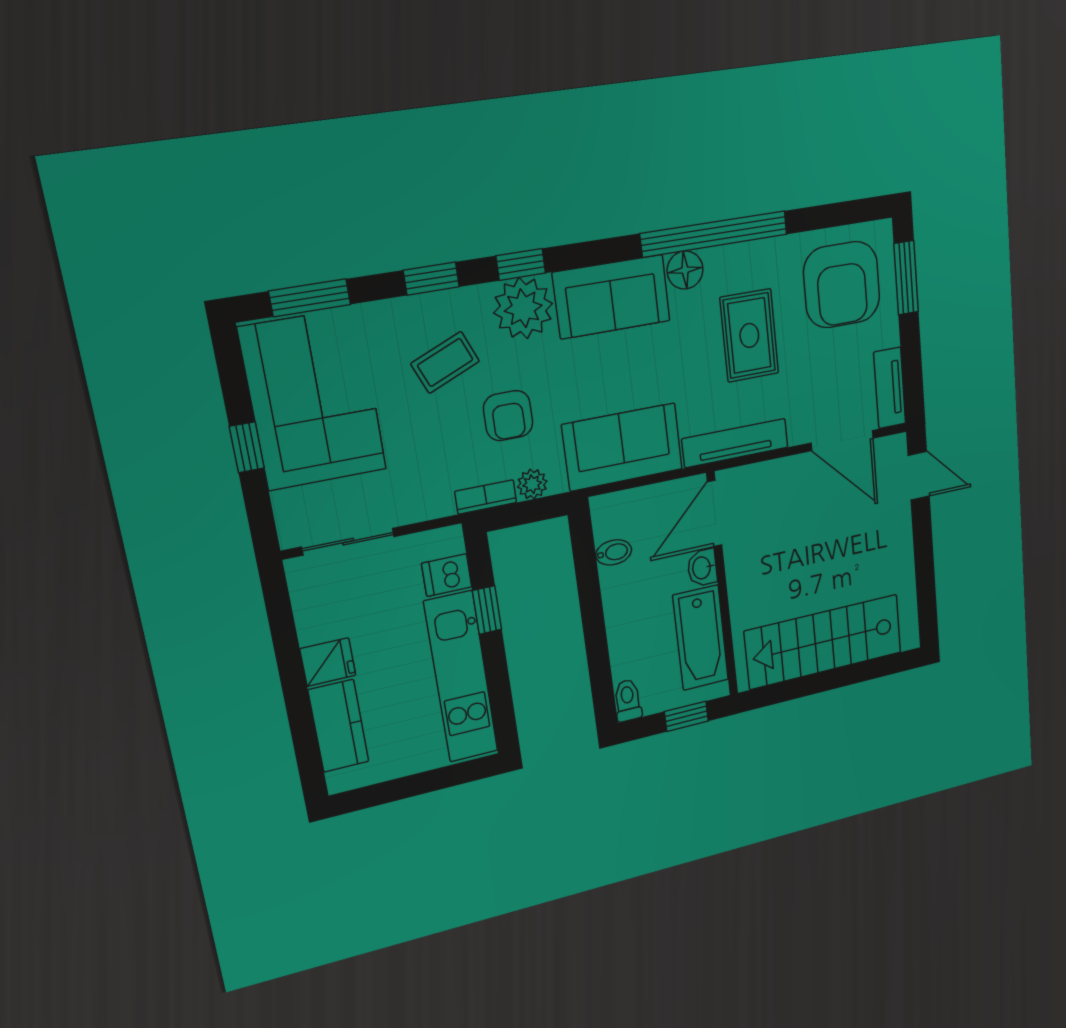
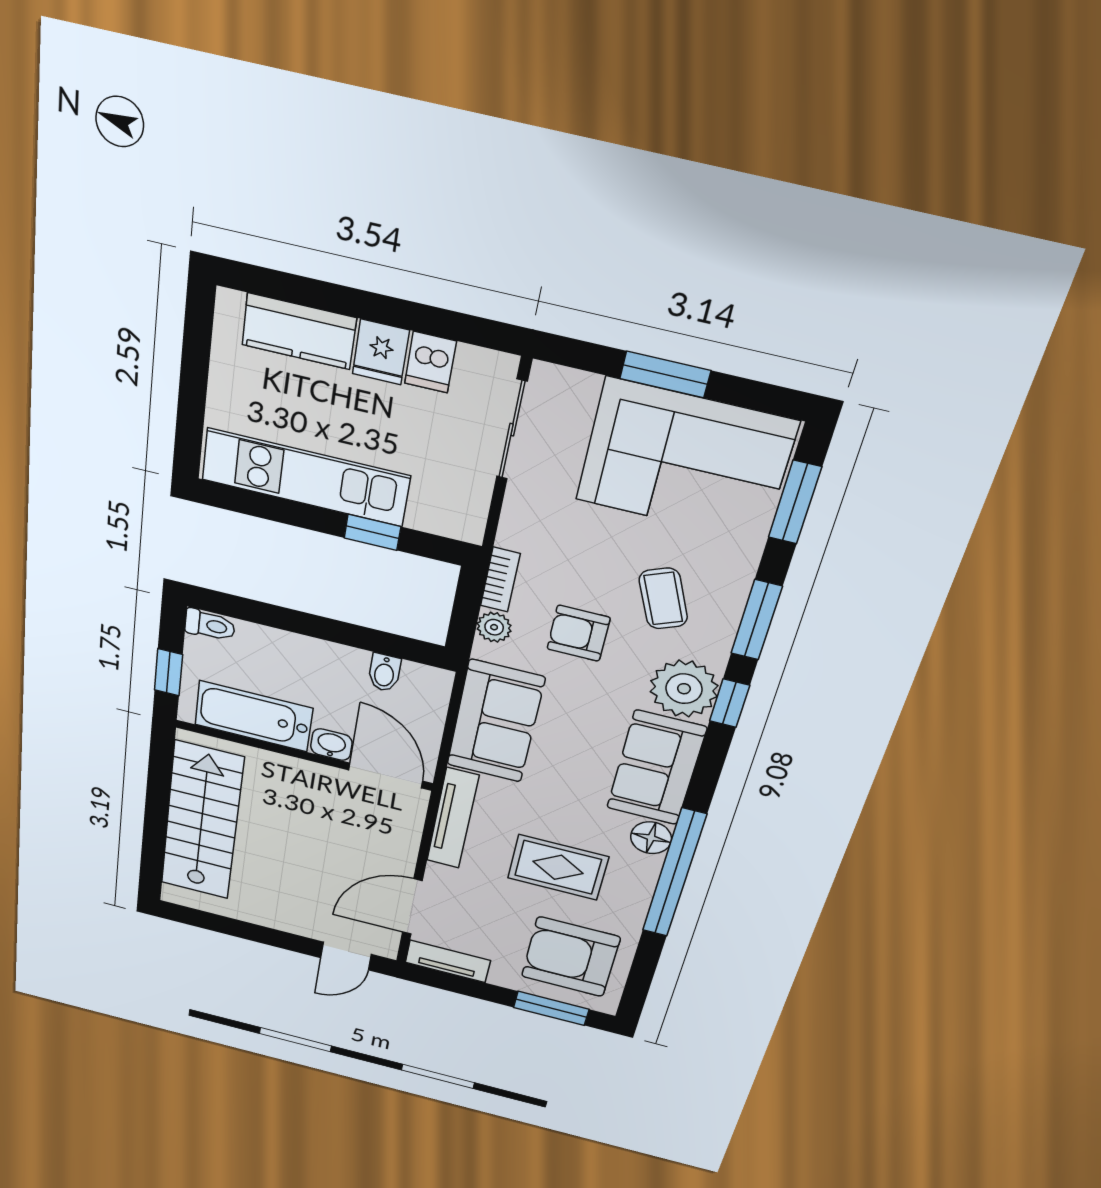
window: (431, 279) -> (757, 620), width x1.50
window: (247, 447) -> (665, 375), width x1.50
dishwasher: (447, 575) -> (430, 362), moved, turned 180

